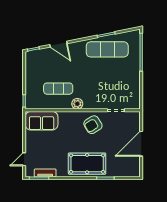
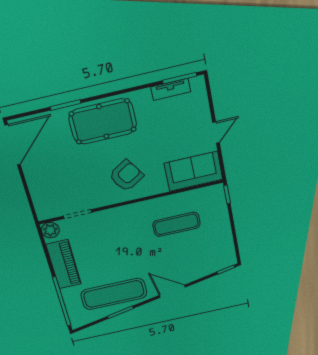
door: (59, 44) -> (172, 291), moved
piano: (133, 79) -> (64, 264), added
plant: (77, 104) -> (50, 230), moved
armchair: (93, 125) -> (126, 176), moved
door: (141, 144) -> (13, 145), moved
door: (24, 159) -> (216, 132), moved

